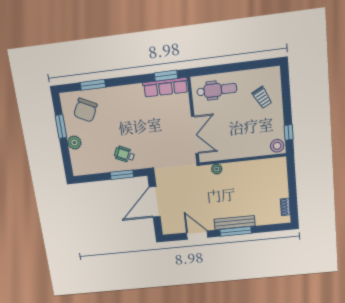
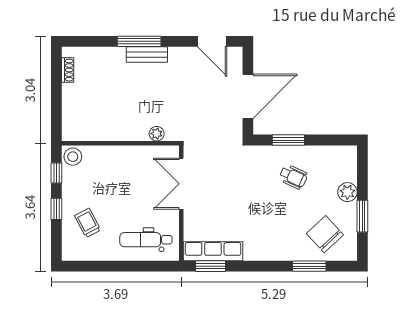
window: (287, 105) -> (56, 209), added
chair: (85, 110) -> (325, 234), turned -69
wheelchair: (124, 154) -> (293, 177), moved
bench: (235, 223) -> (147, 54), width x0.73
door: (197, 235) -> (212, 41), moved

